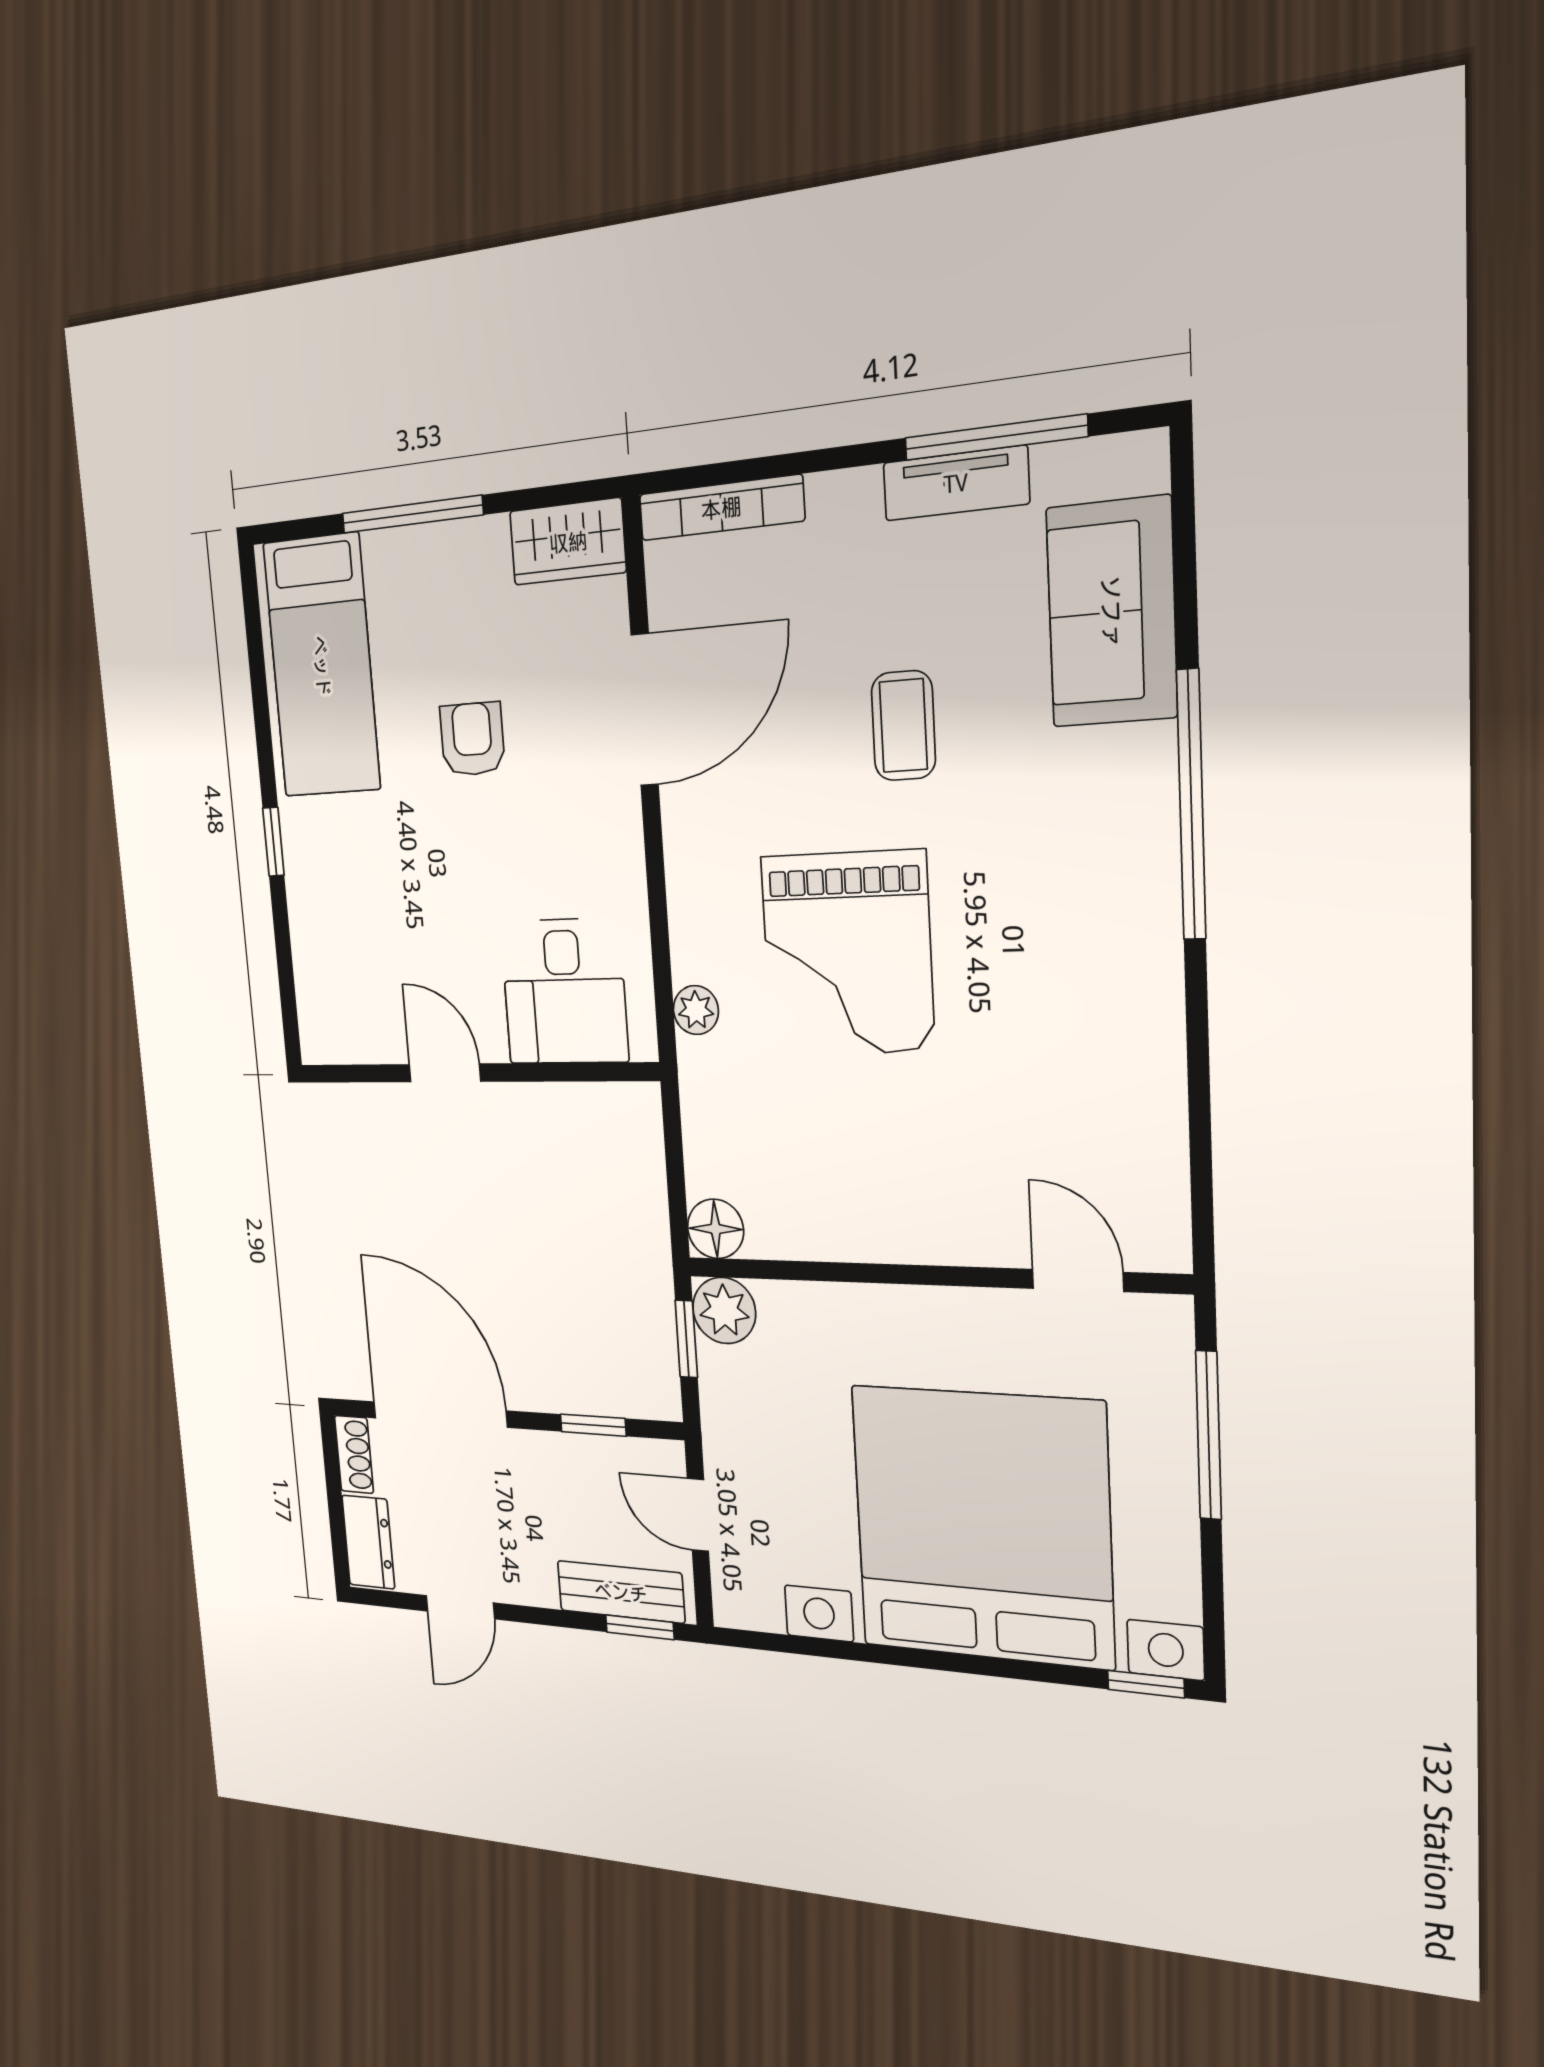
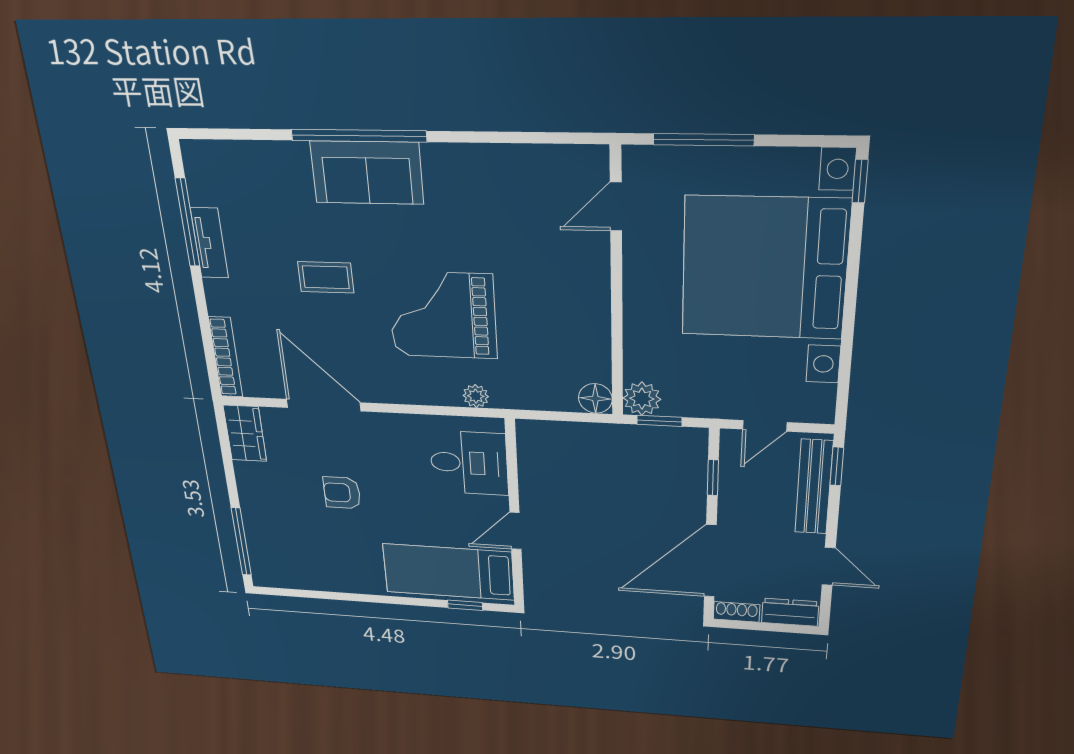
window: (412, 514) -> (241, 542), moved
sofa: (1112, 612) -> (367, 173), moved
bed: (322, 666) -> (449, 572), moved, turned 180
window: (273, 842) -> (465, 605), moved
grand piano: (847, 954) -> (442, 315), turned 180
bench: (621, 1592) -> (814, 487), width x1.36

